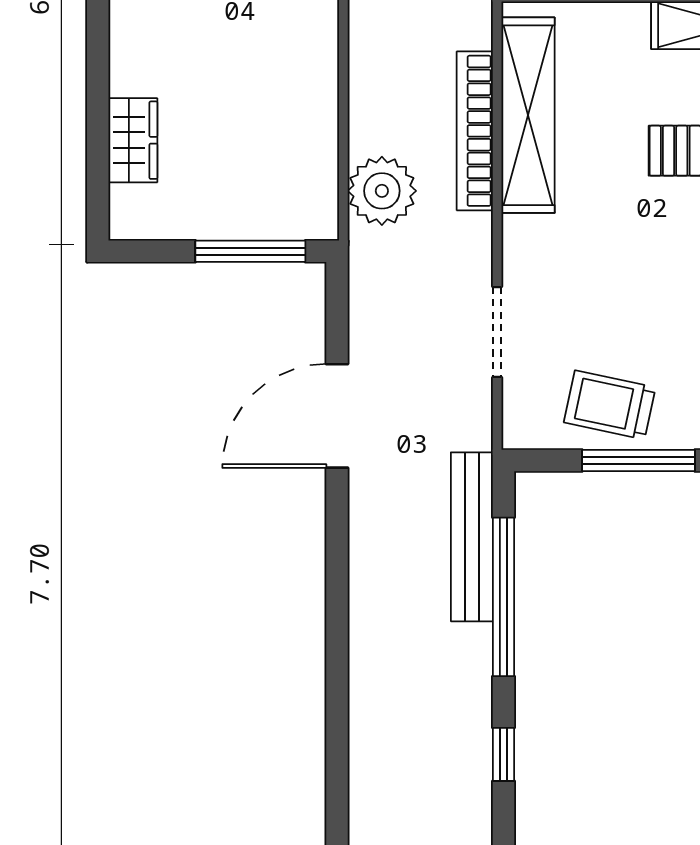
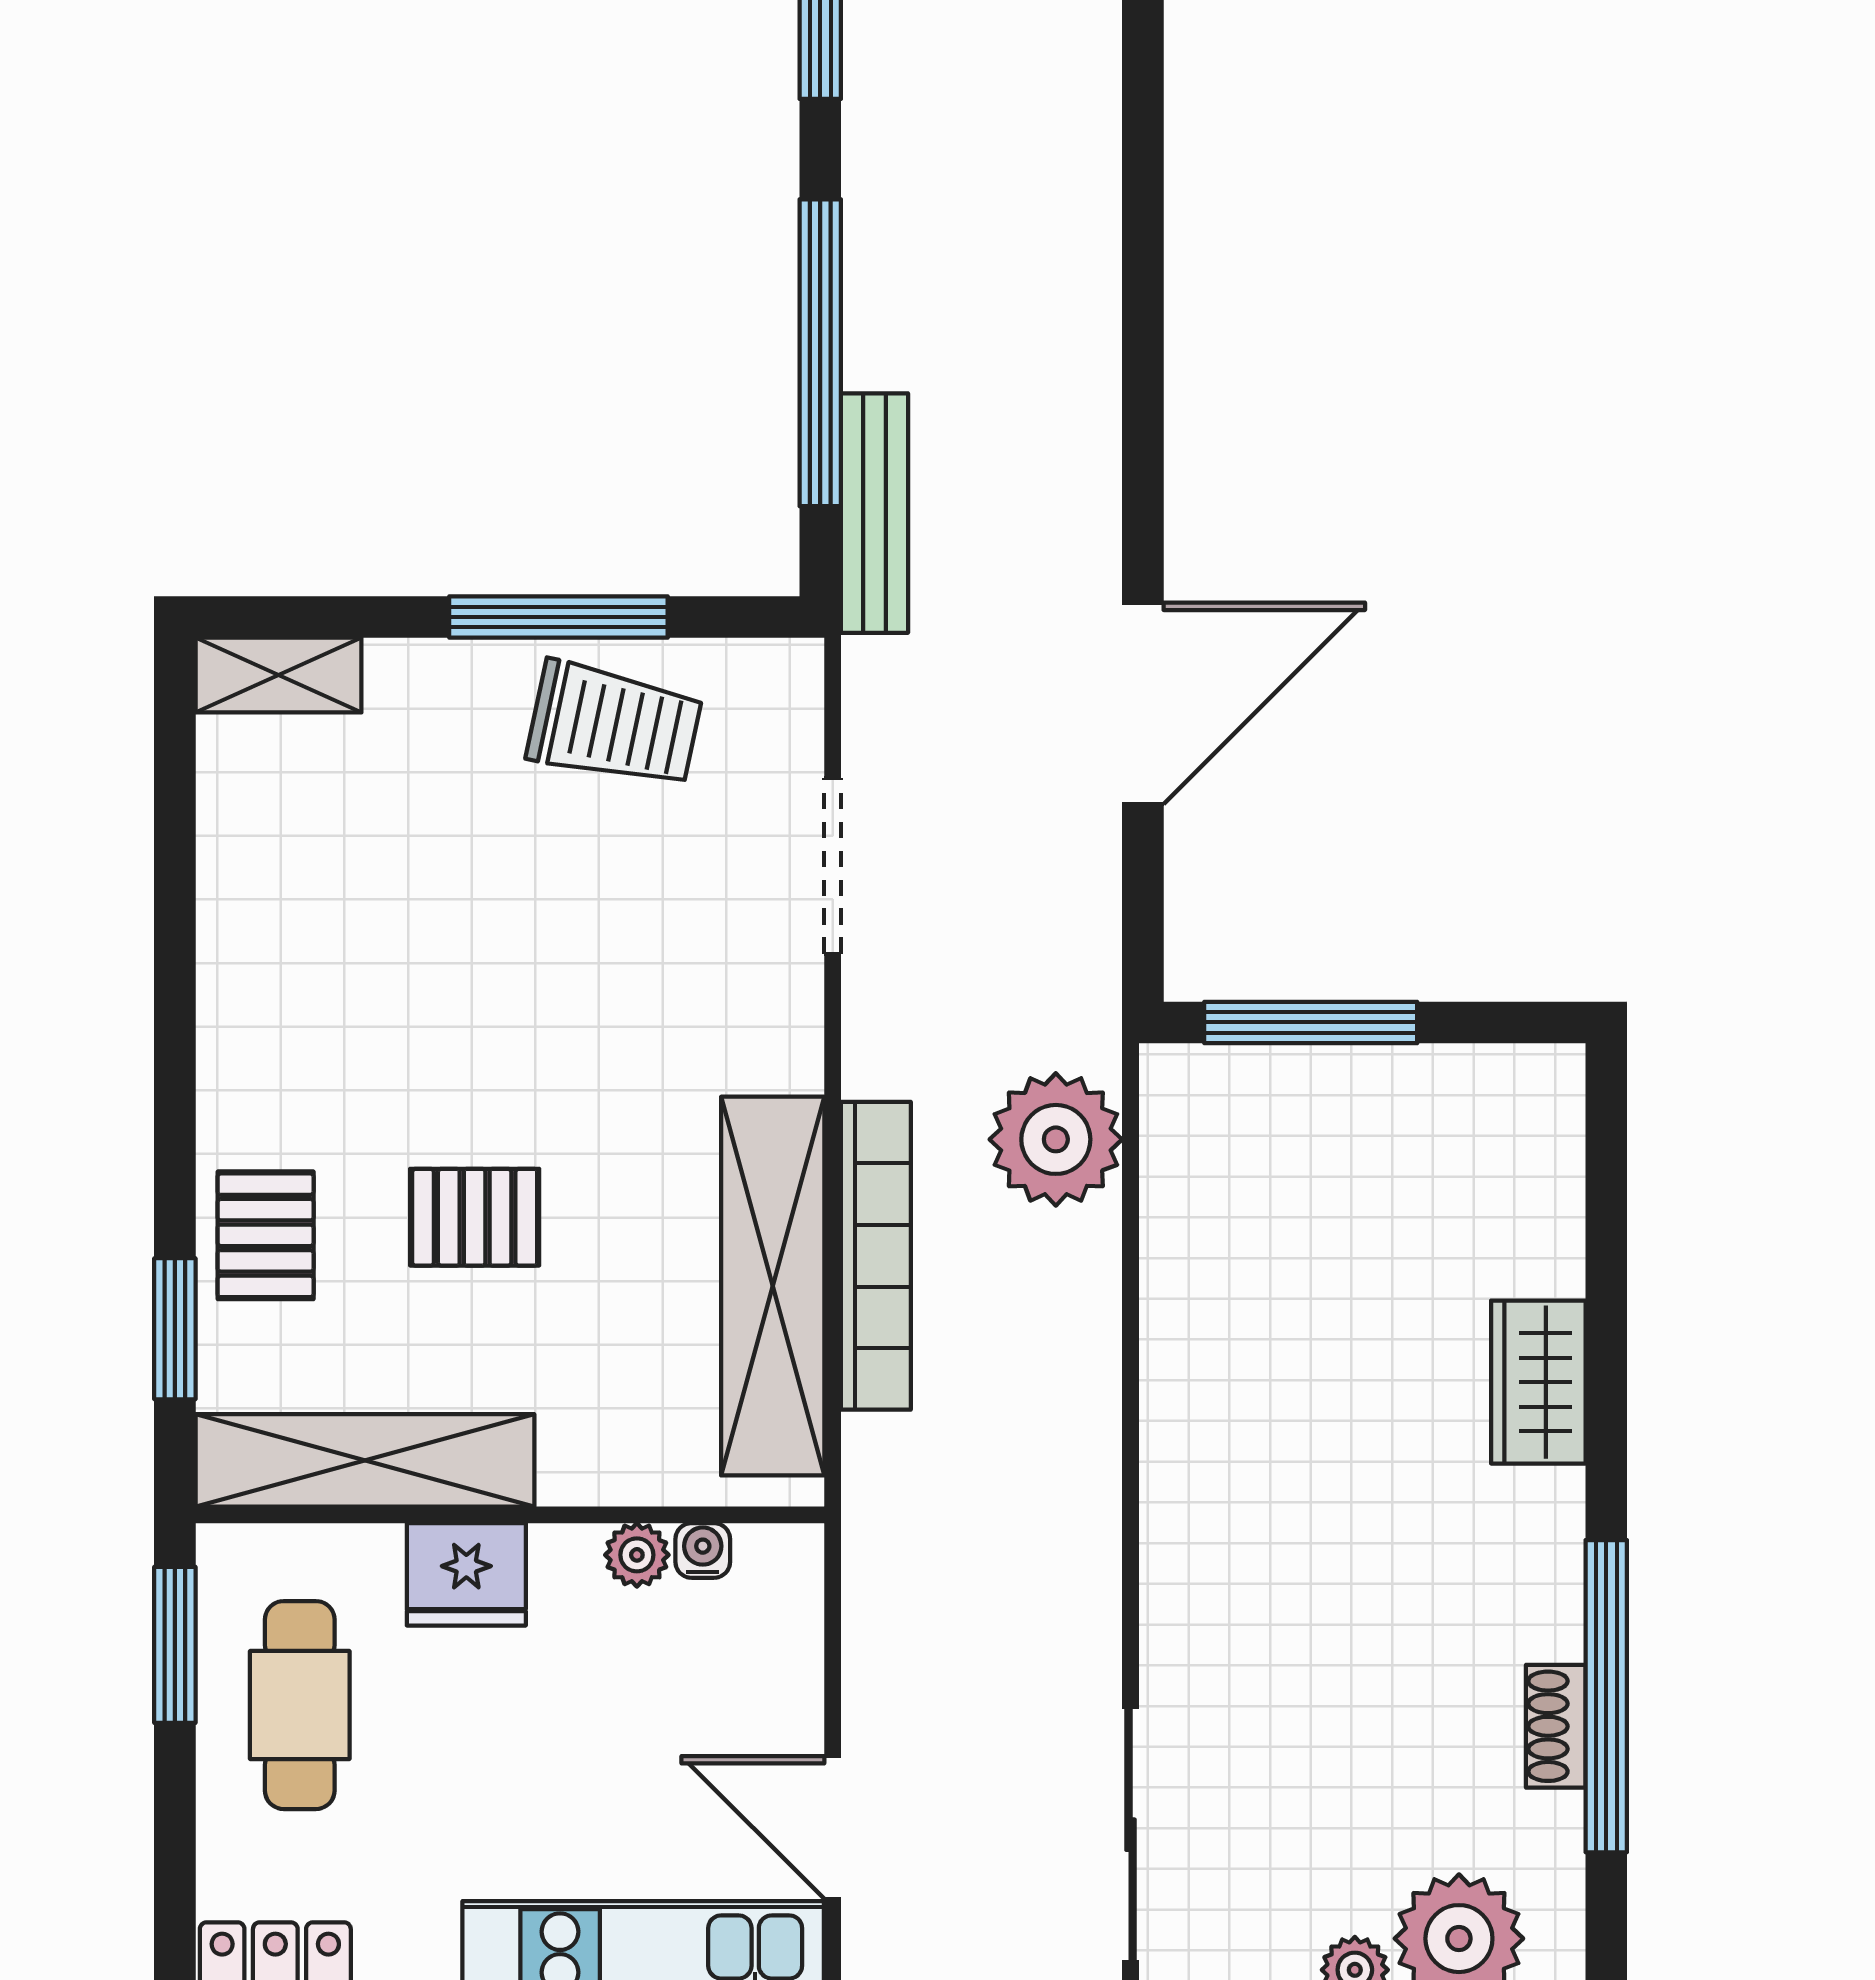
wardrobe: (133, 140) -> (1538, 1382), moved
bench: (472, 537) -> (874, 513), width x0.73, depth x0.82

